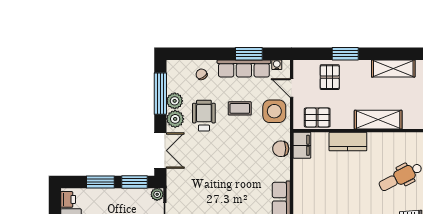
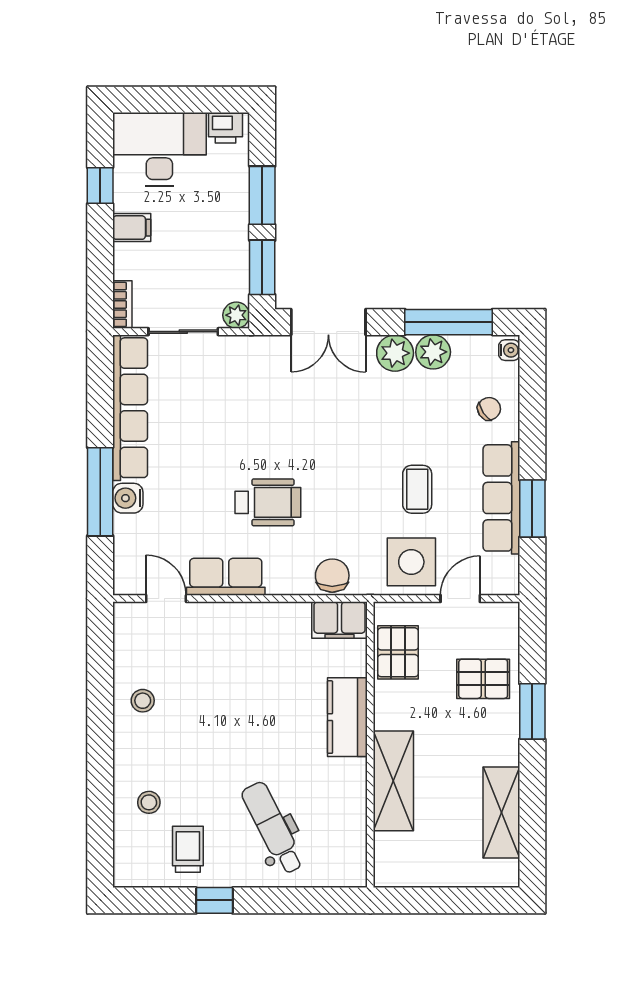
water cooler: (277, 65) -> (509, 350), moved
wheelchair: (204, 116) -> (268, 502), moved

